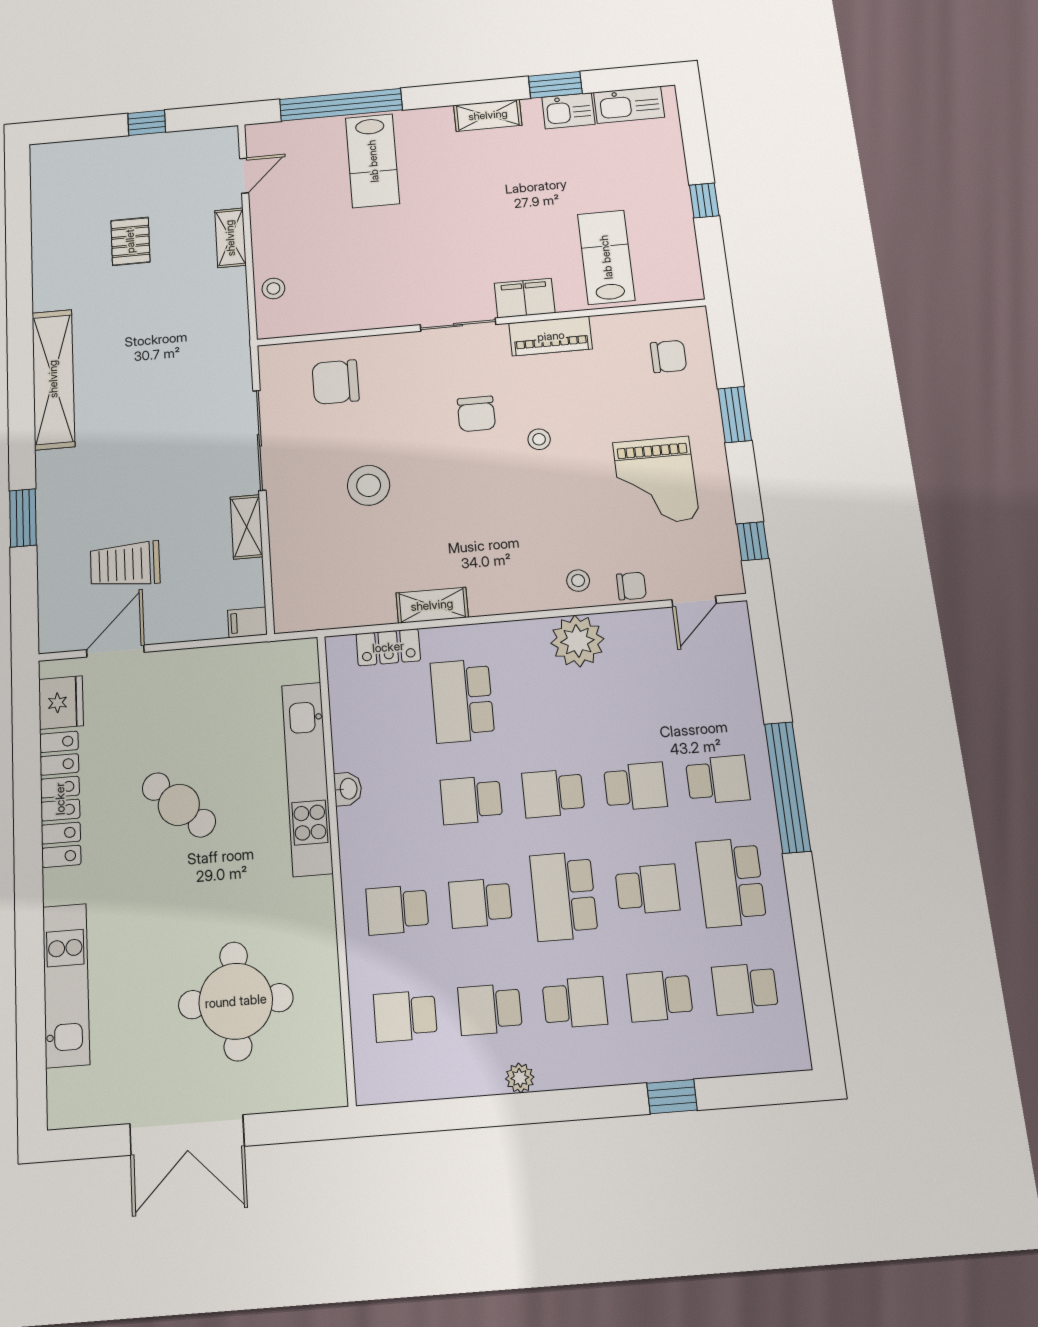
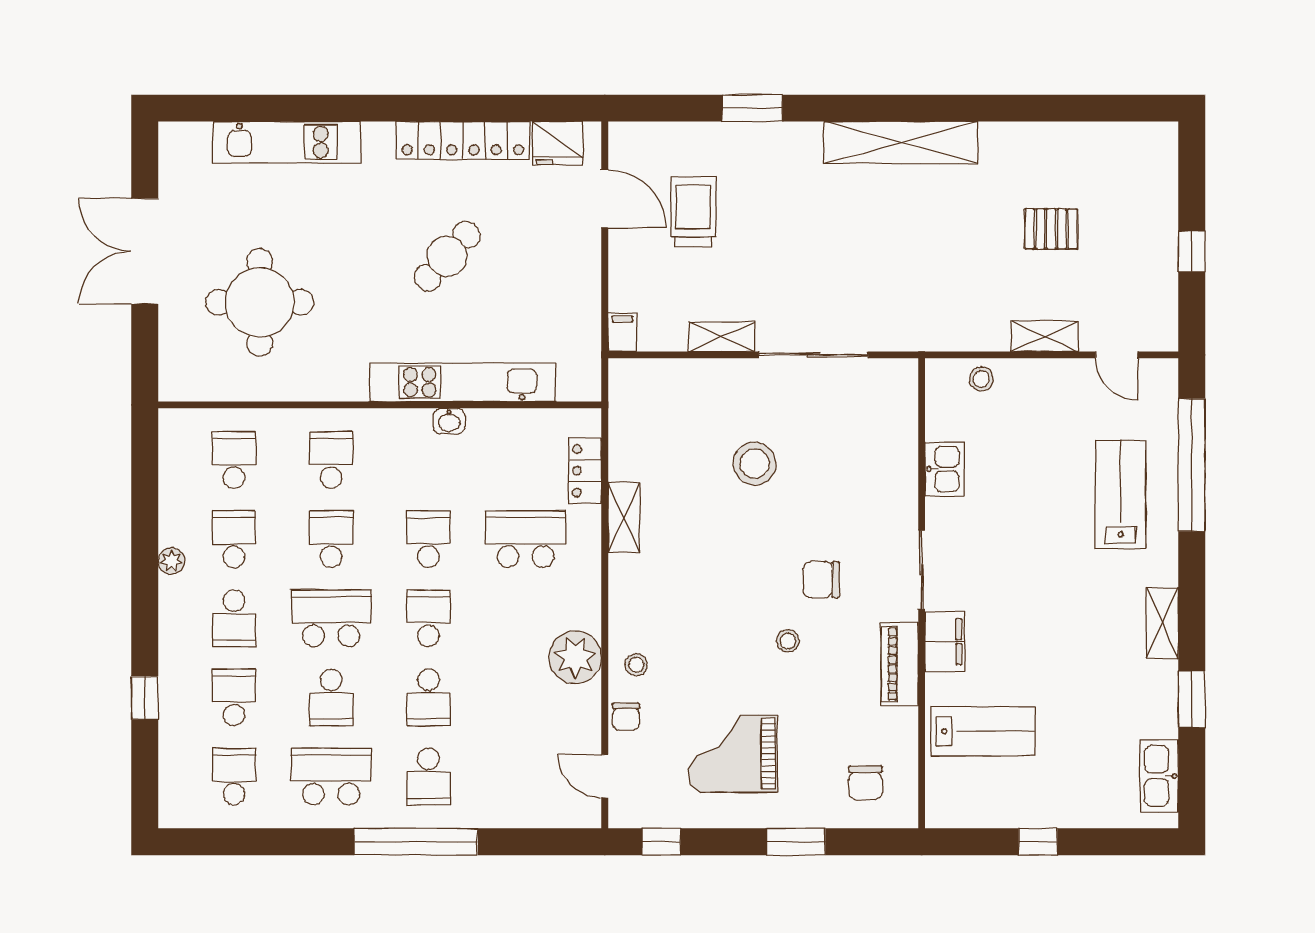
kitchen sink: (568, 111) -> (944, 469), moved, turned 180
lab bench: (373, 161) -> (1121, 494), turned 90
chair: (336, 382) -> (870, 437), removed

